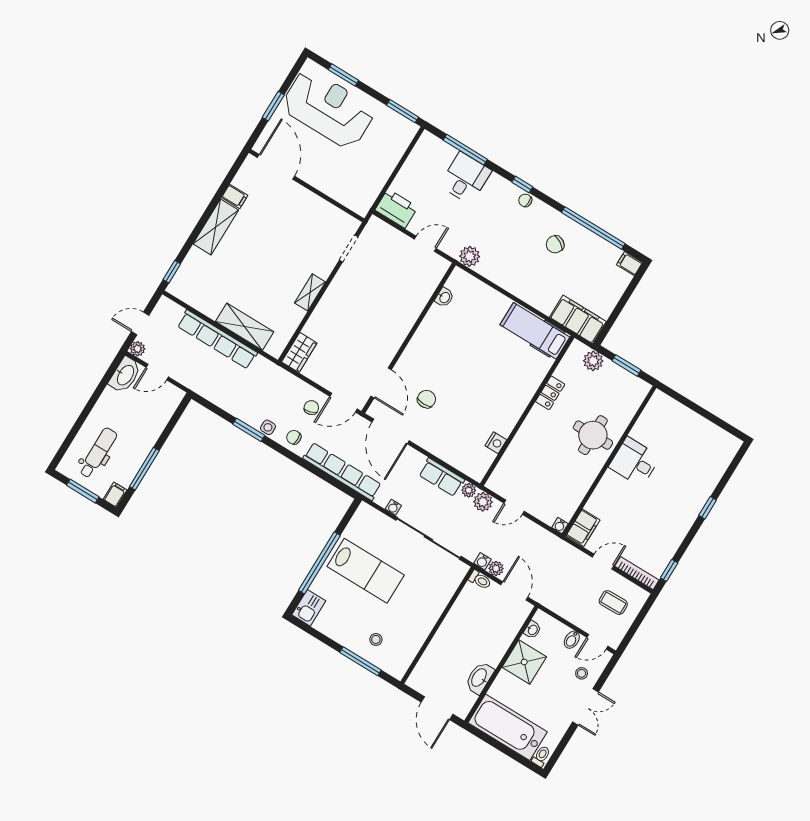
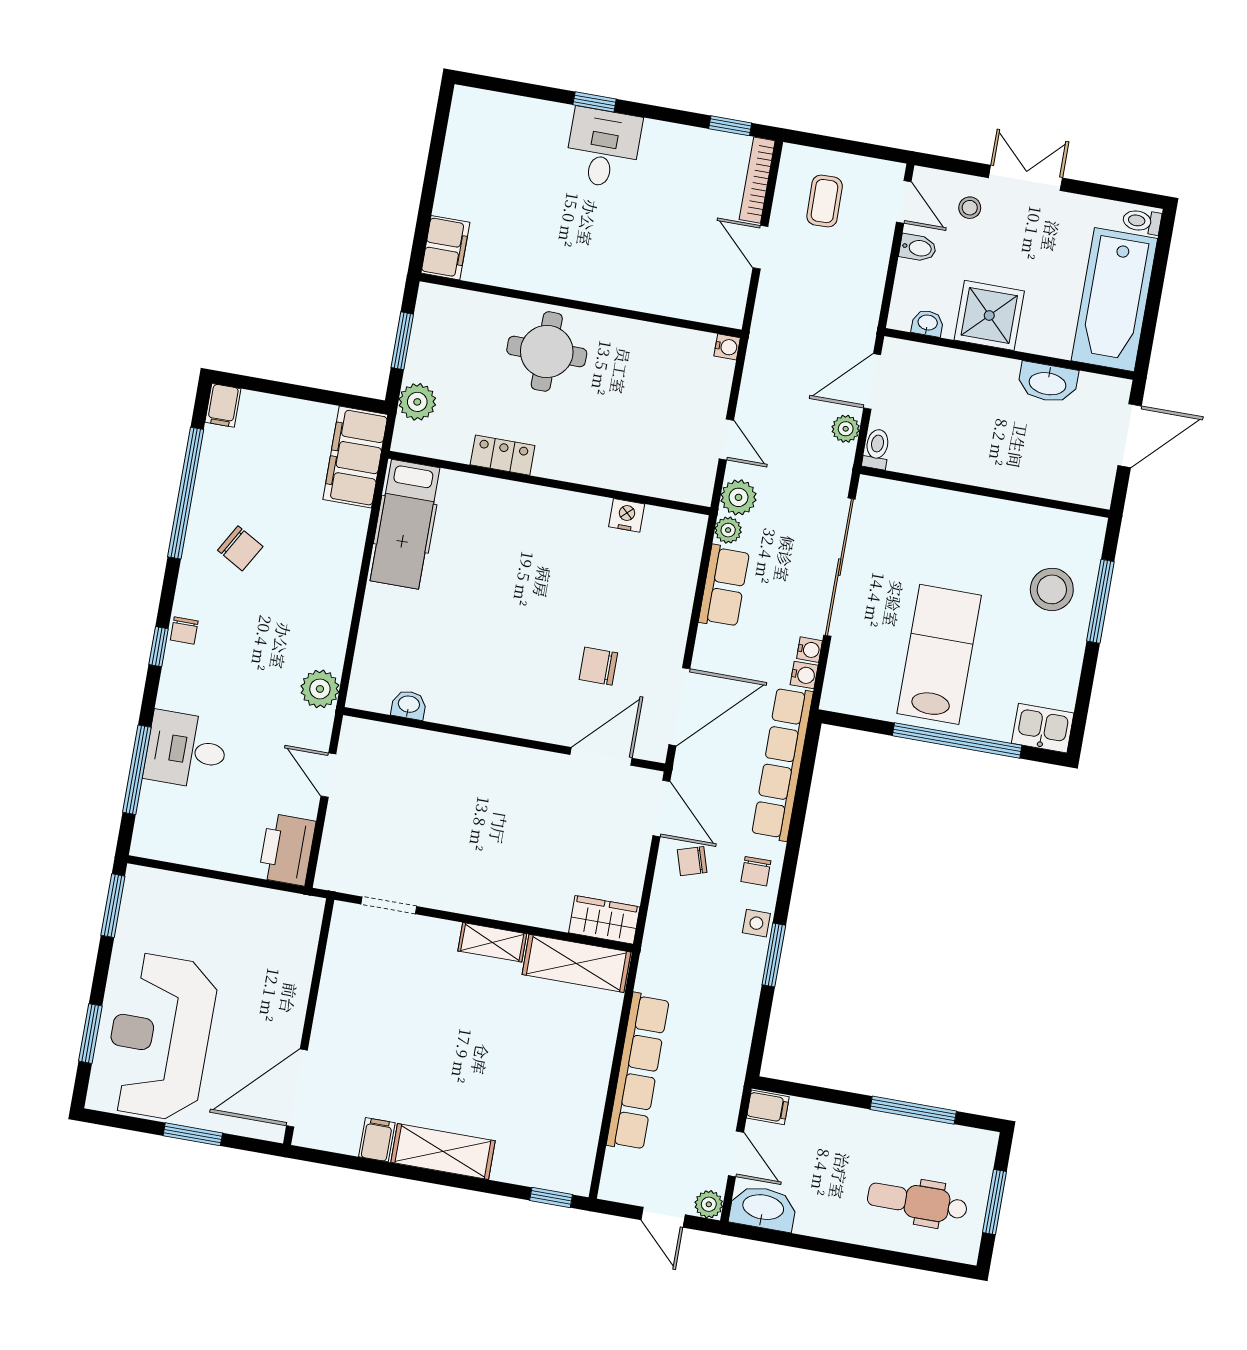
shelving: (245, 327) -> (576, 963), moved, turned 90
desk: (634, 462) -> (603, 148), moved, turned 180
filing cabinet: (115, 495) -> (768, 1107), moved, turned 180
filing cabinet: (583, 528) -> (445, 248), moved, turned 90
water cooler: (482, 561) -> (804, 675), moved
stool: (376, 639) -> (1052, 589), width x1.89, depth x1.89

